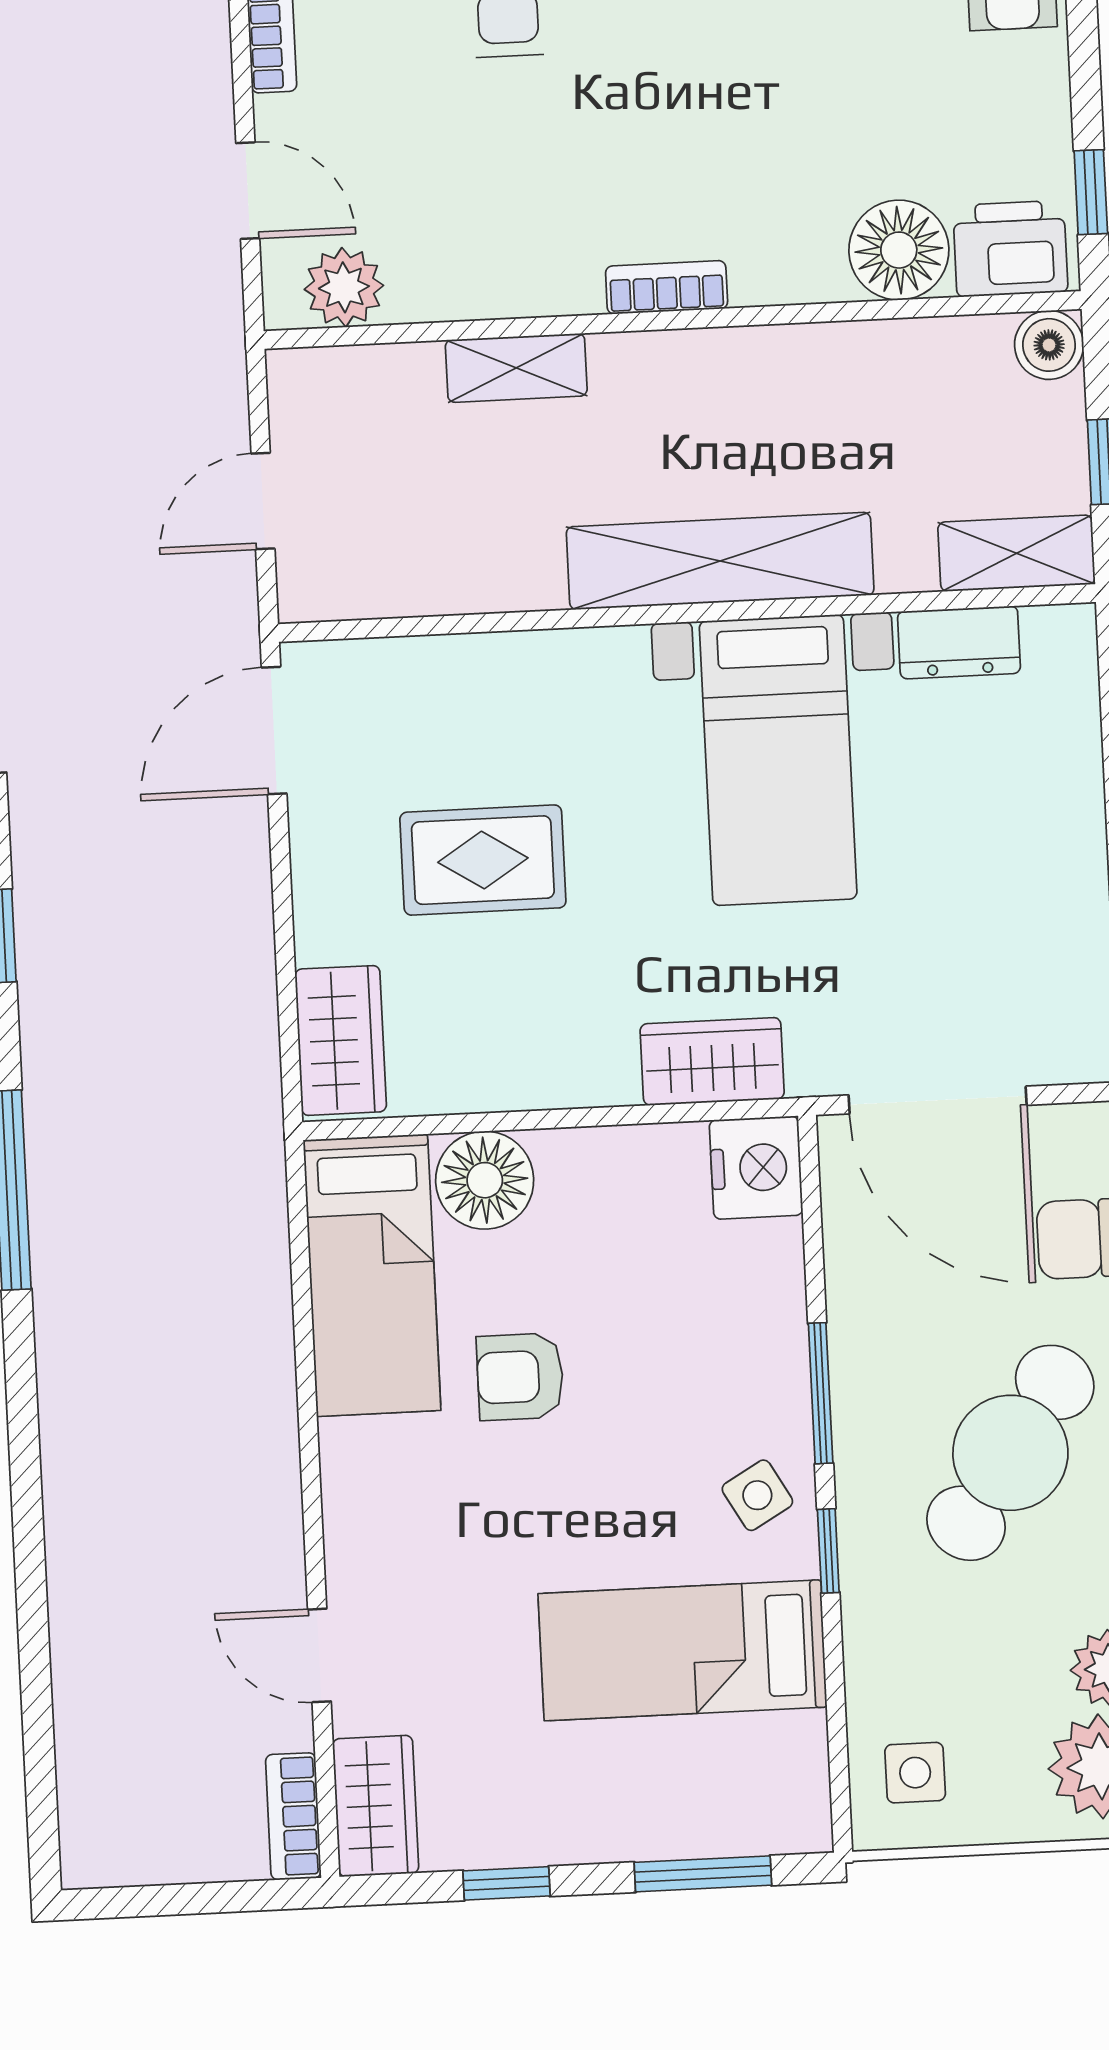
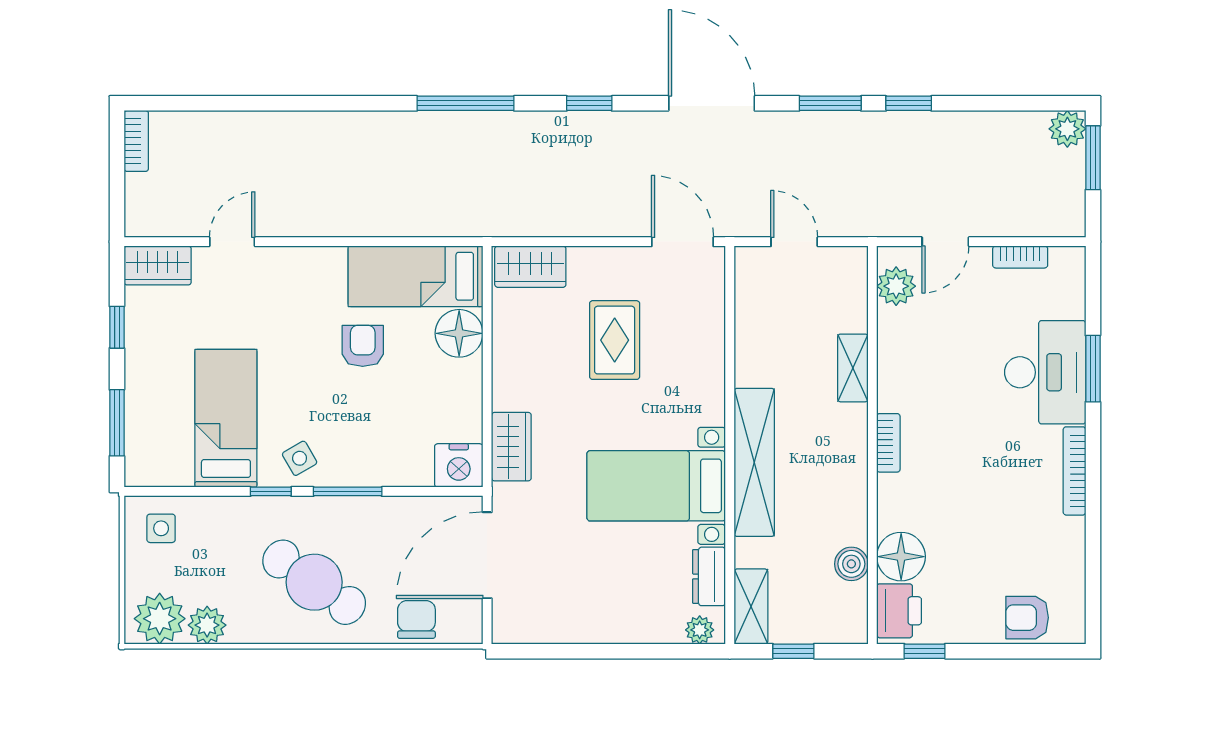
boiler: (1049, 345) -> (851, 564), moved
plant: (1070, 656) -> (700, 630), added
bookcase: (293, 1816) -> (136, 141), moved, turned 90

